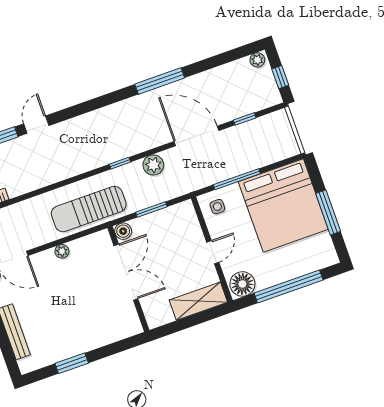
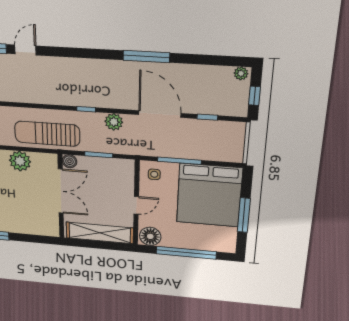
plant: (62, 251) -> (20, 161), width x1.88, depth x1.88
shelving: (198, 301) -> (100, 233), width x1.47

